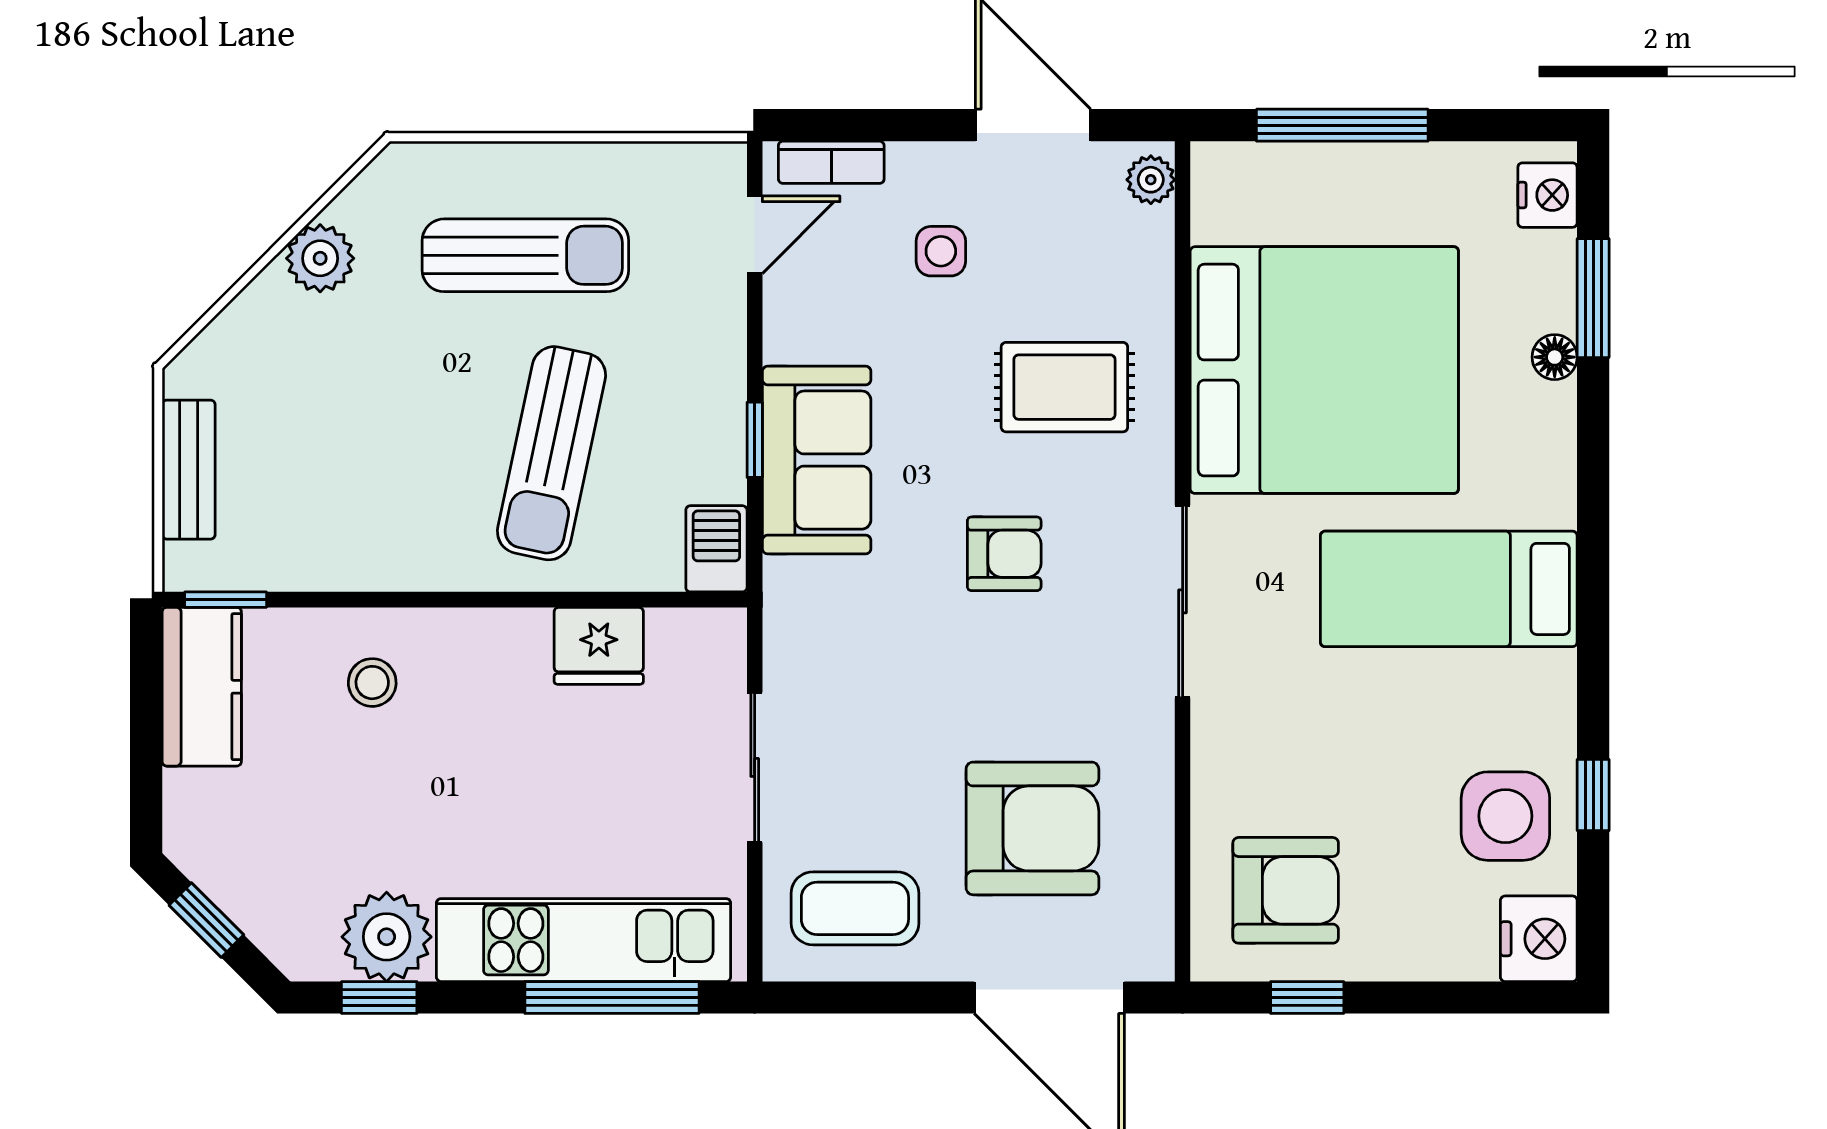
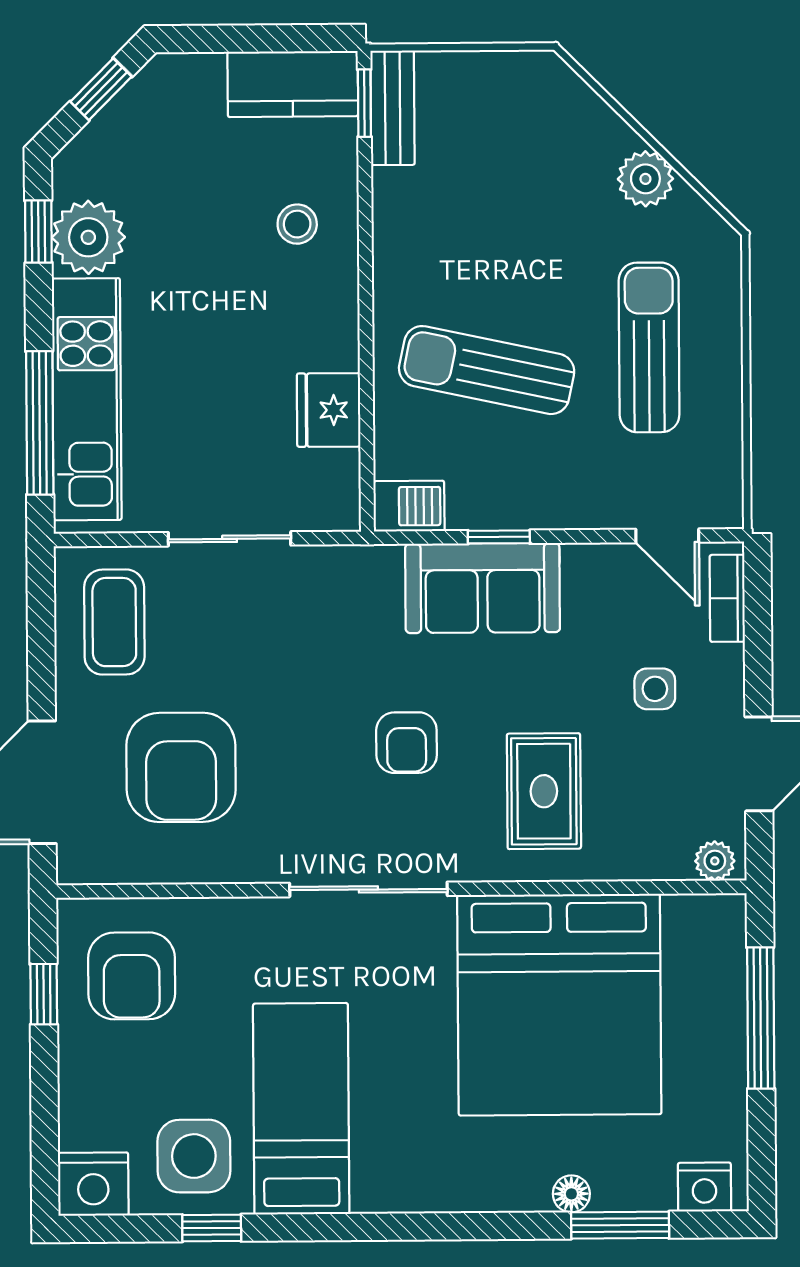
sun lounger: (525, 255) -> (649, 347), turned 180
bench: (189, 470) -> (393, 108), moved, turned 90
bed: (1449, 589) -> (301, 1109), moved

